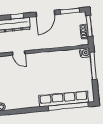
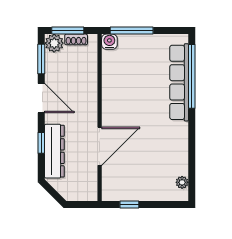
plant: (80, 18) -> (54, 43), added
door: (19, 53) -> (100, 146), width x1.88

